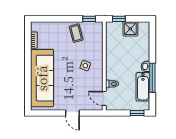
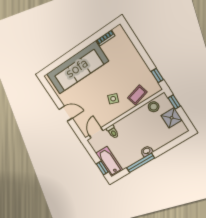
coffee table: (76, 33) -> (137, 95), moved
stool: (112, 37) -> (154, 107), added
bathtub: (143, 87) -> (109, 162), moved, turned 90
door: (73, 113) -> (66, 114), swing flipped

